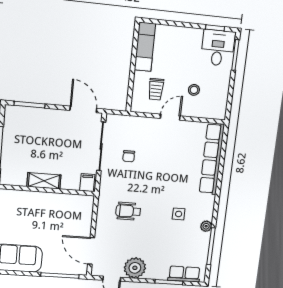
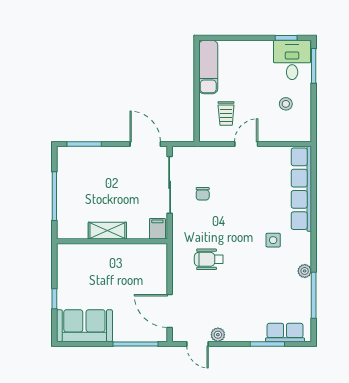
stool: (194, 90) -> (286, 104), moved
side table: (179, 214) -> (273, 240), moved
plant: (135, 268) -> (218, 335), width x0.53, depth x0.53

